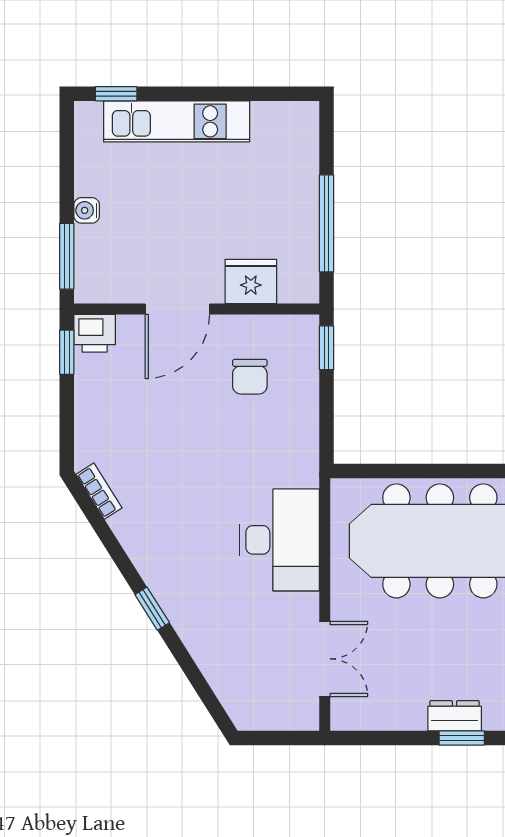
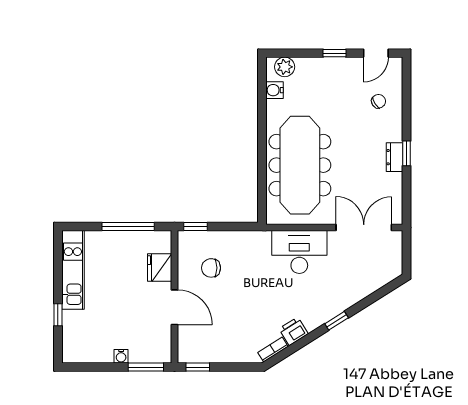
window: (116, 94) -> (58, 315), moved
kitchen unit: (177, 121) -> (73, 270), moved
printer: (95, 333) -> (294, 331), moved, turned -122
chair: (250, 377) -> (211, 268), turned 180
double door: (325, 659) -> (364, 227), width x1.37

